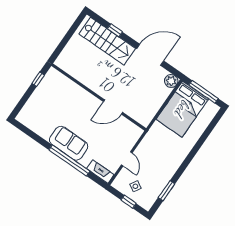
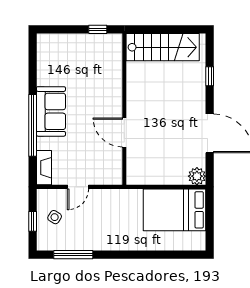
stairs: (107, 41) -> (163, 47), moved, turned -90
window: (203, 92) -> (210, 220), removed
window: (167, 191) -> (73, 255), width x1.44

